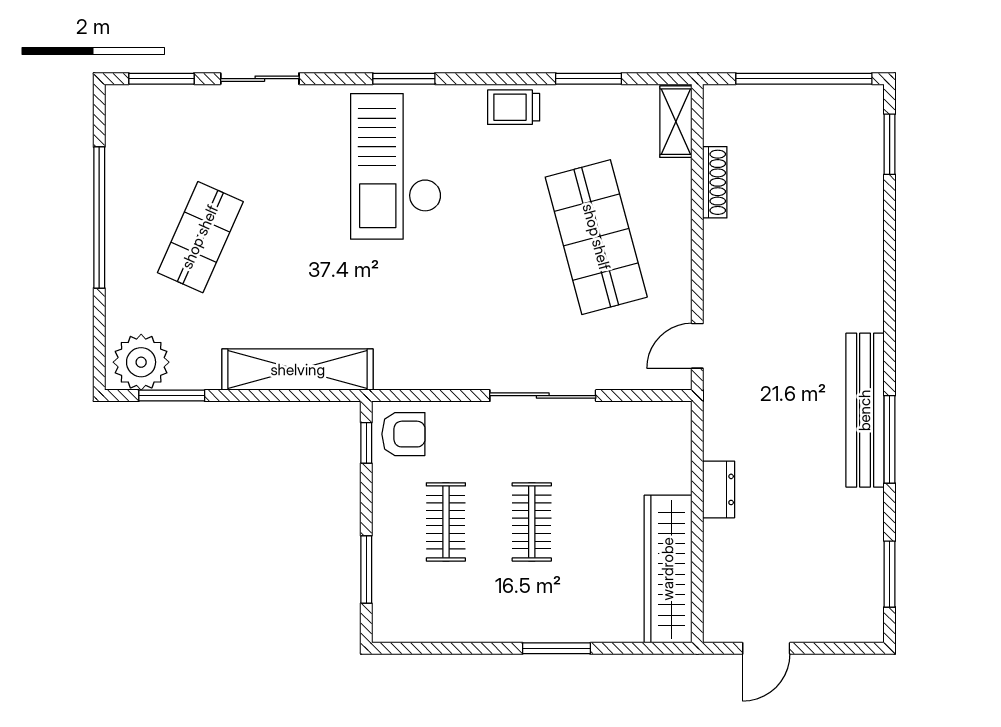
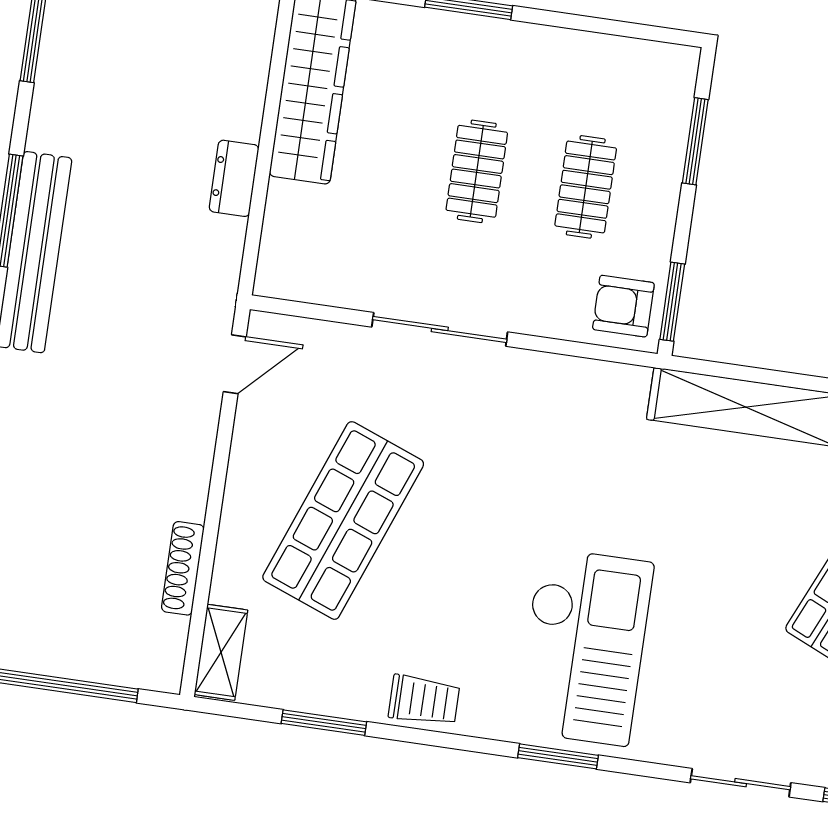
shop shelf: (596, 237) -> (343, 520), turned 36
window: (366, 443) -> (672, 302), width x1.50

